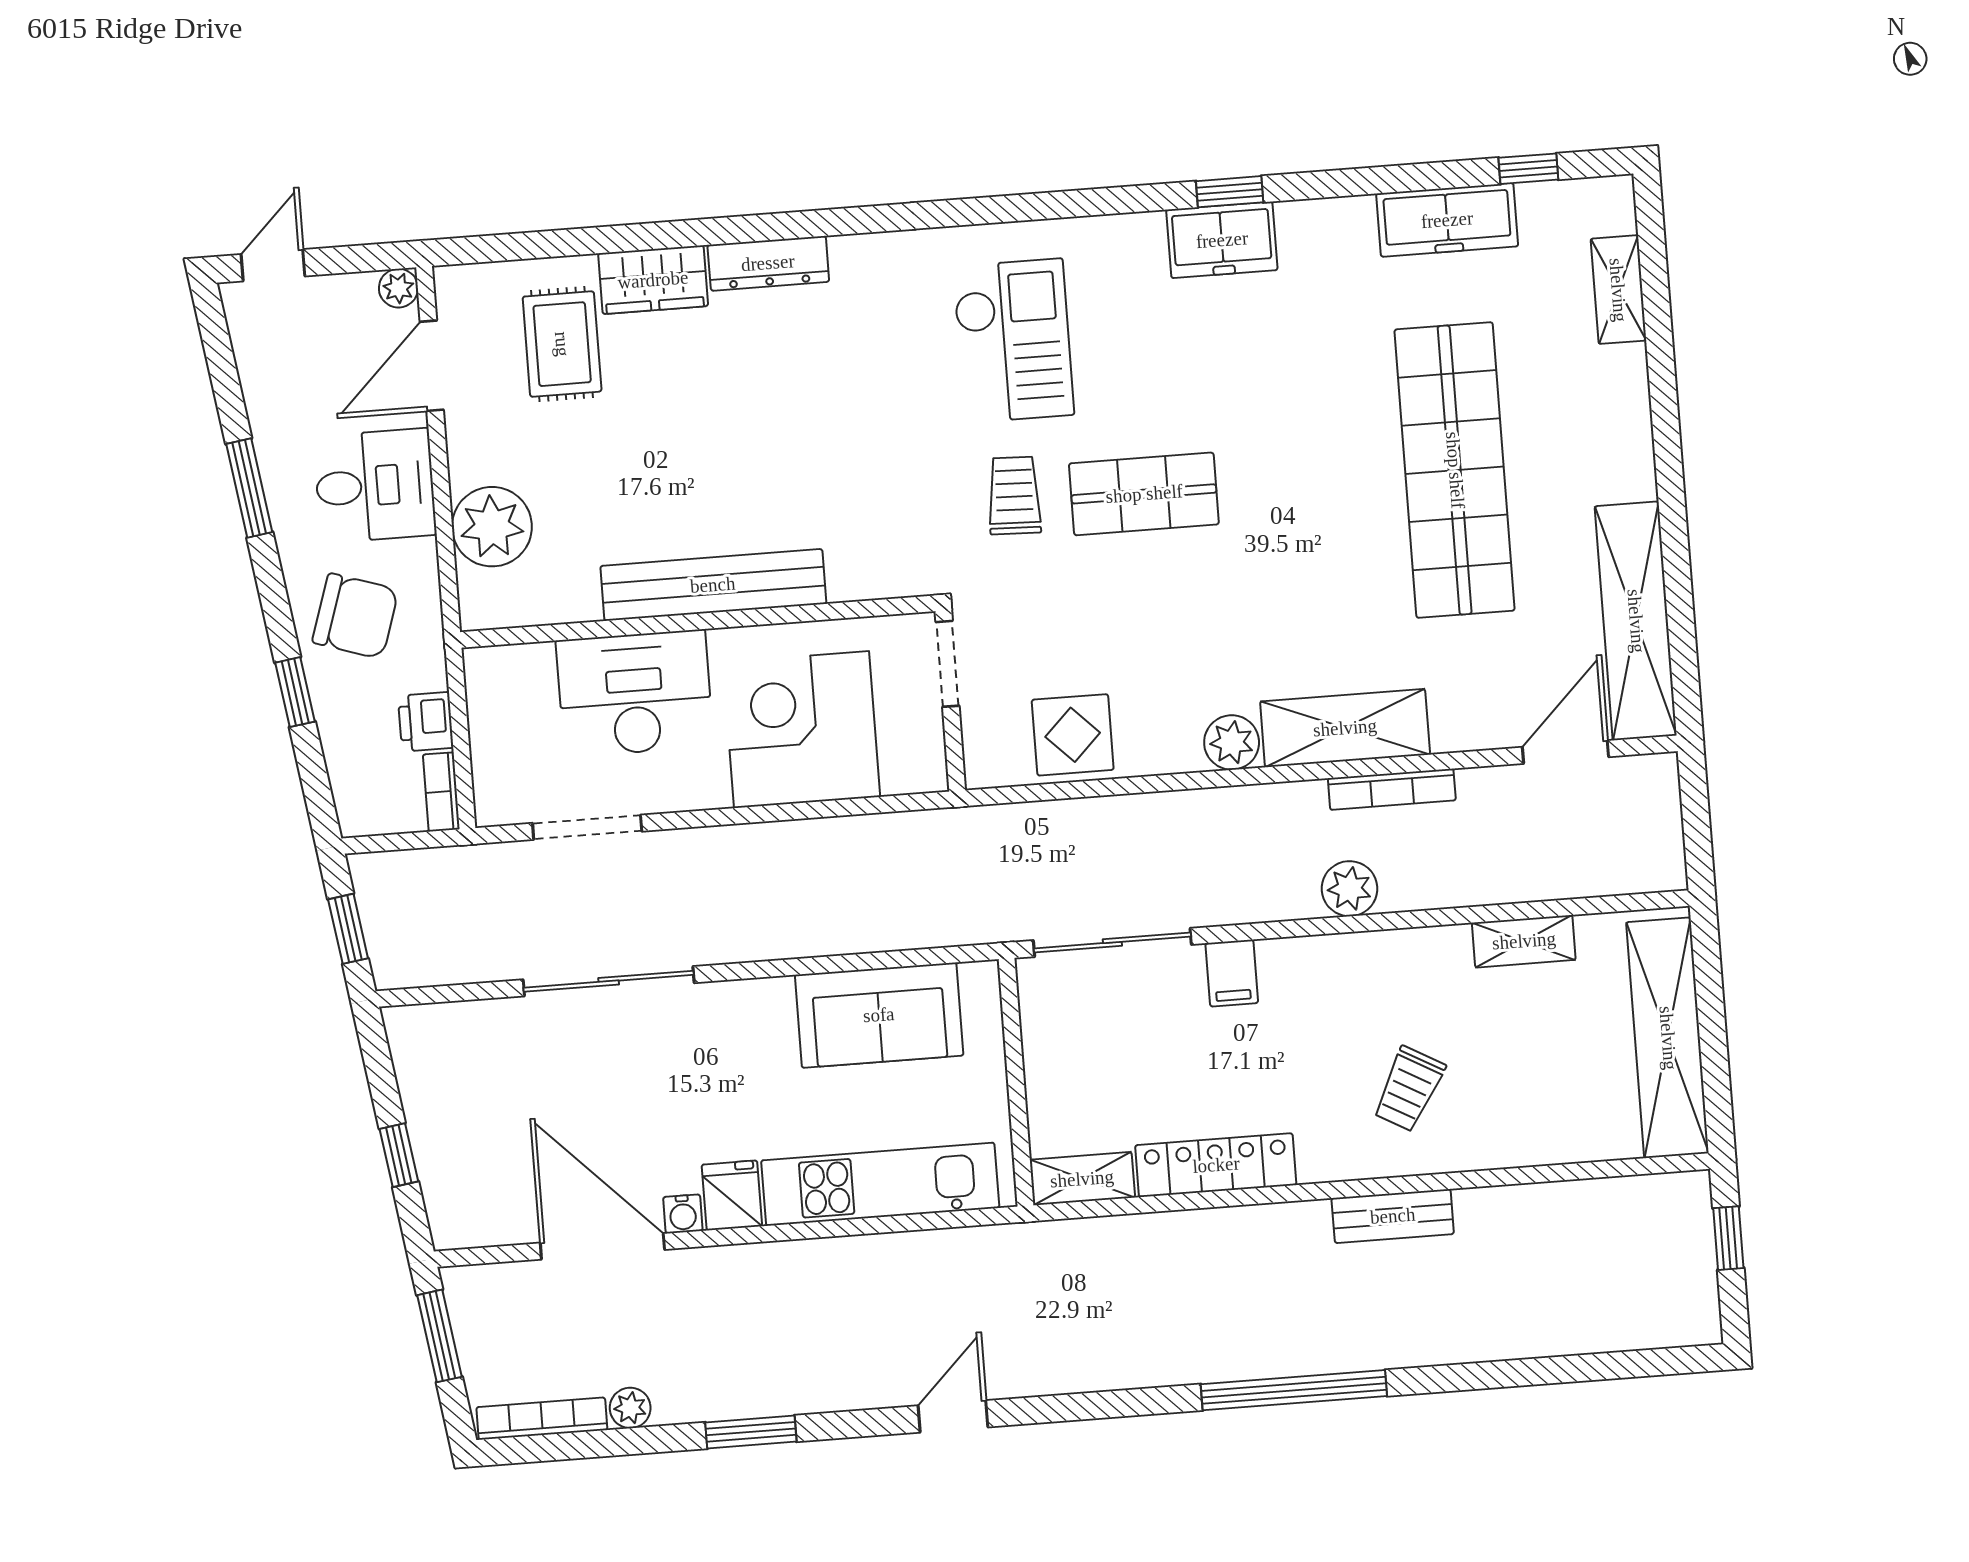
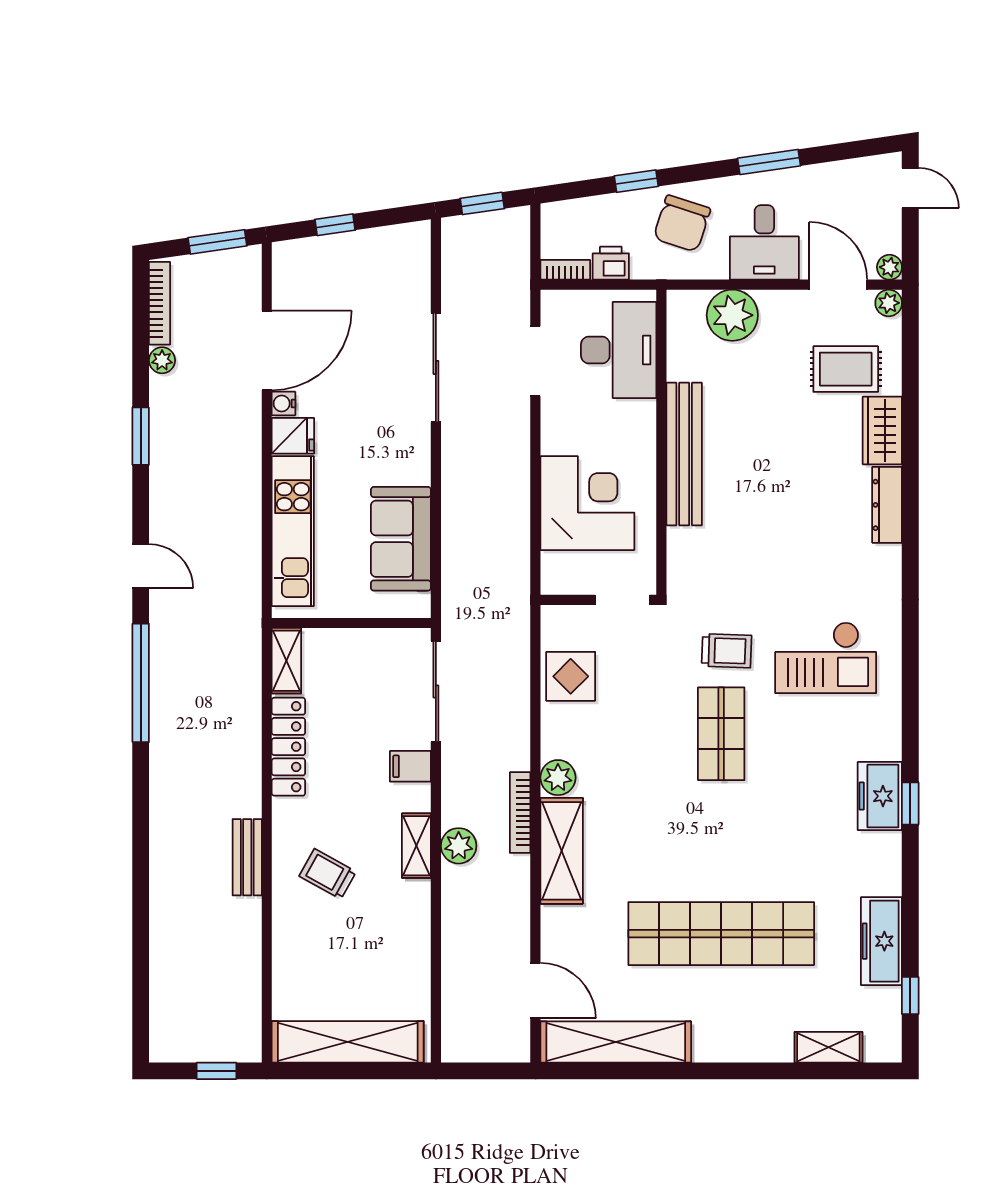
plant: (454, 285) -> (889, 303), added
desk: (635, 693) -> (619, 350), moved
bookcase: (1392, 789) -> (520, 813), moved
shelving: (1524, 941) -> (416, 846), moved
window: (1294, 1390) -> (141, 683), moved

